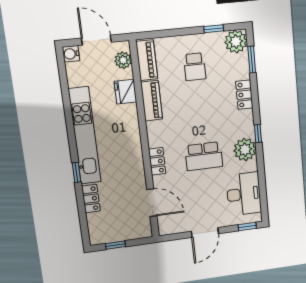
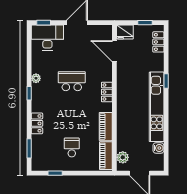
plant: (236, 42) -> (40, 162), removed
water cooler: (71, 54) -> (158, 148), moved
fridge: (125, 92) -> (125, 32), moved, turned 90
plant: (245, 150) -> (36, 78), width x0.53, depth x0.53
locker: (157, 161) -> (107, 92), moved
desk: (244, 194) -> (47, 37), moved, turned 90
locker: (91, 199) -> (158, 42), moved

